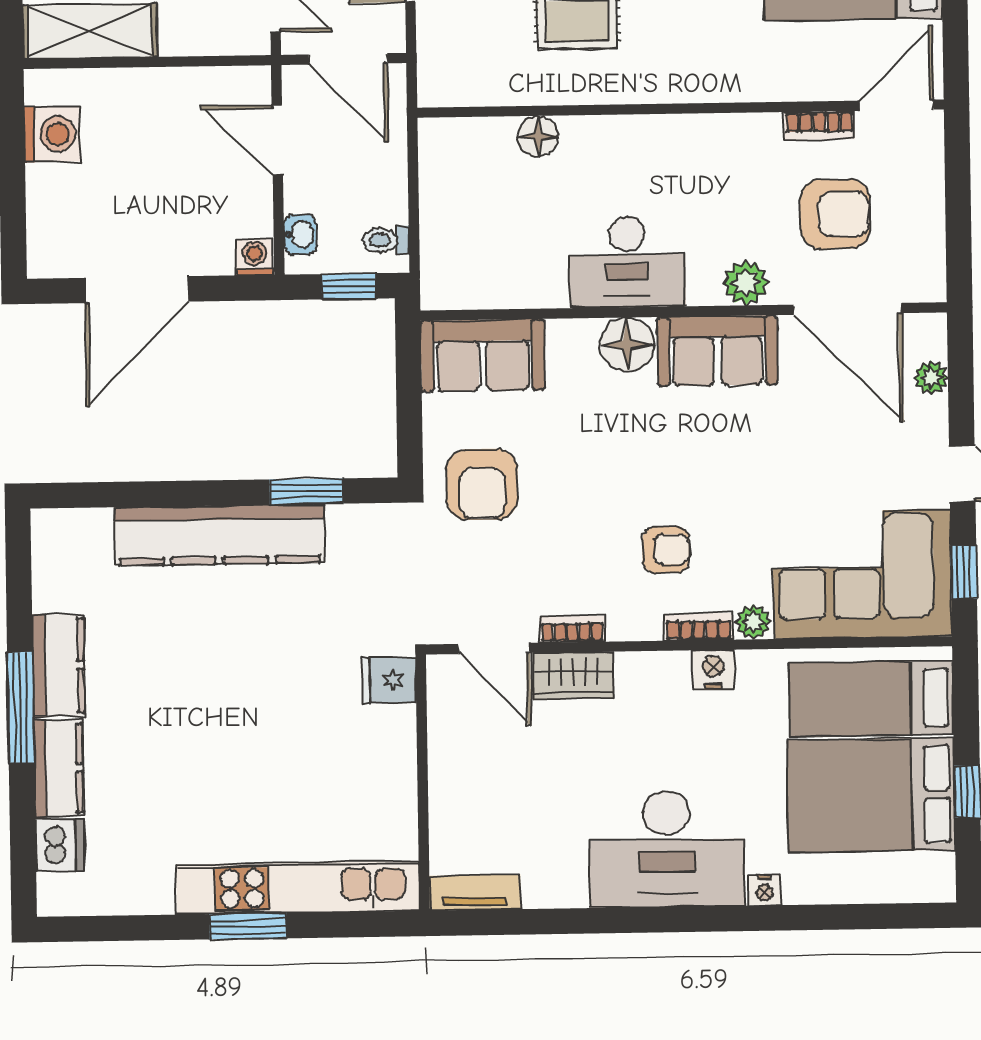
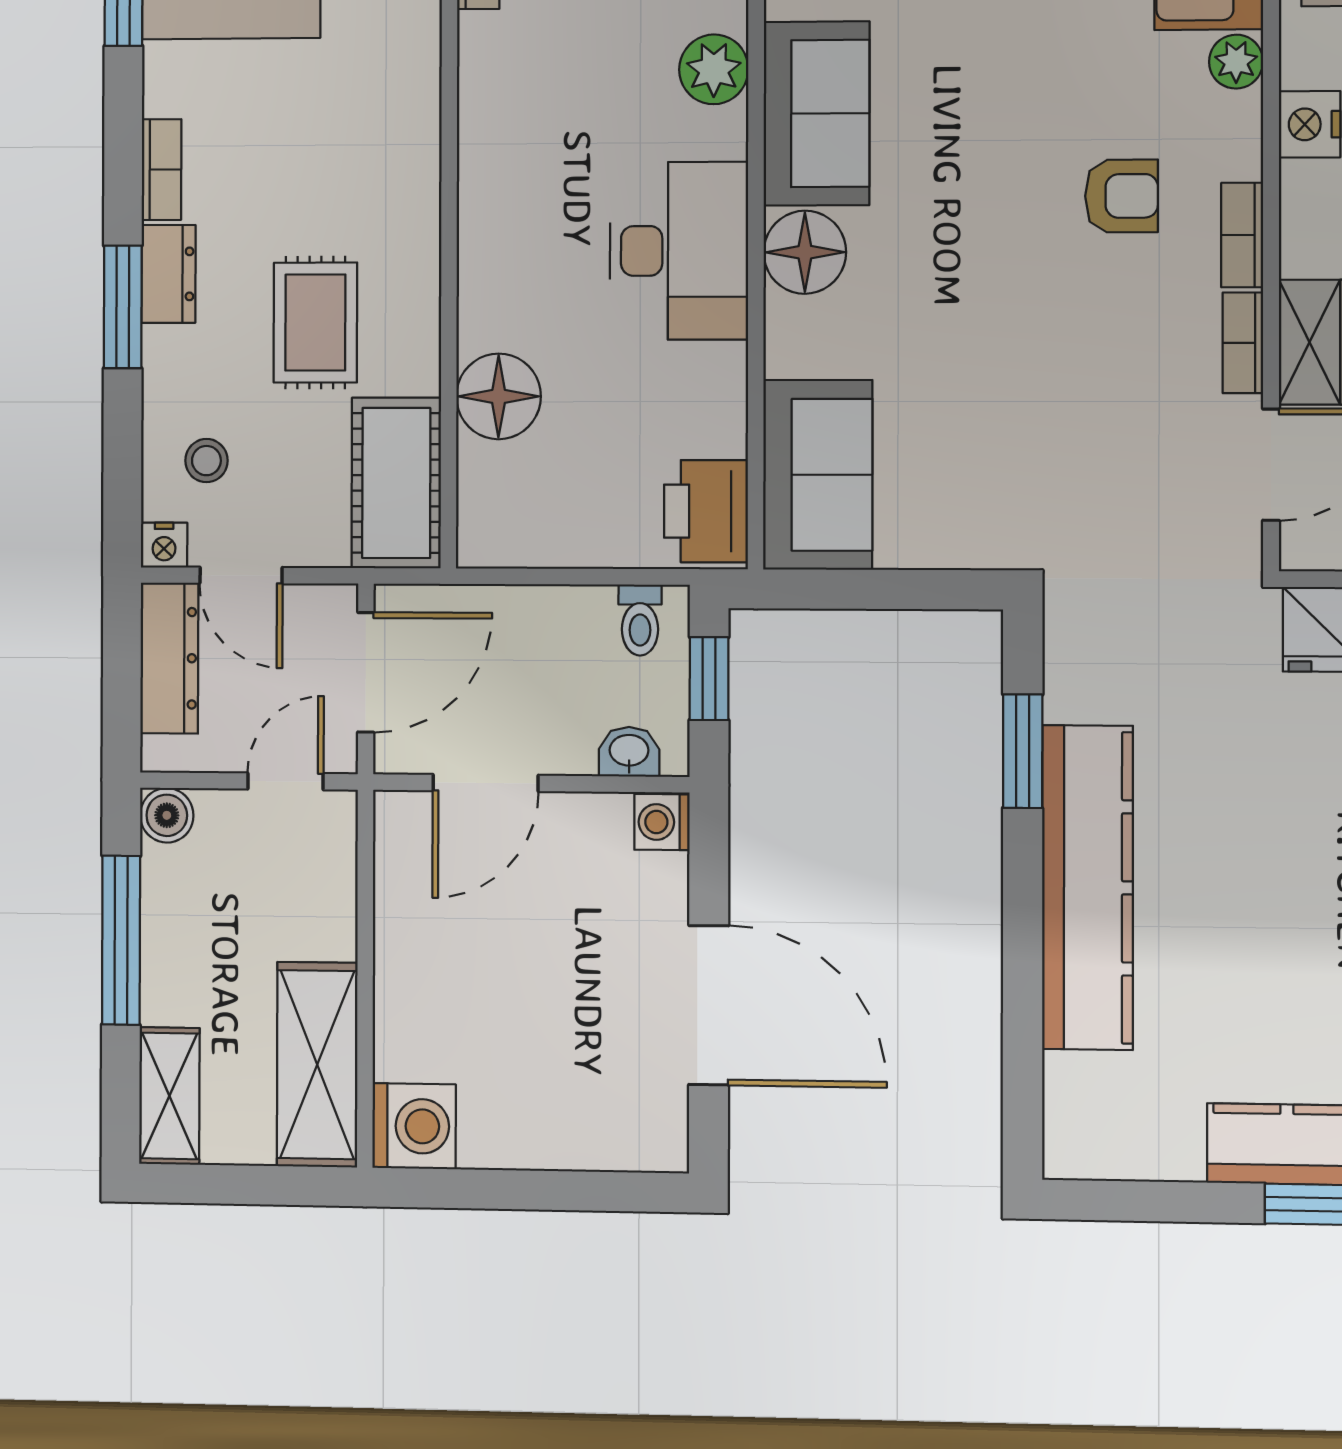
cot: (473, 77) -> (396, 483), added
washing machine: (52, 134) -> (414, 1126), moved, turned 90
floor lamp: (538, 136) -> (499, 396), width x1.38, depth x1.38
printer: (458, 282) -> (706, 511), added
armchair: (482, 484) -> (1016, 479), removed
armchair: (666, 550) -> (1122, 196), turned 90
bookcase: (699, 627) -> (1242, 235), moved

